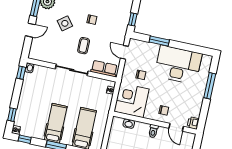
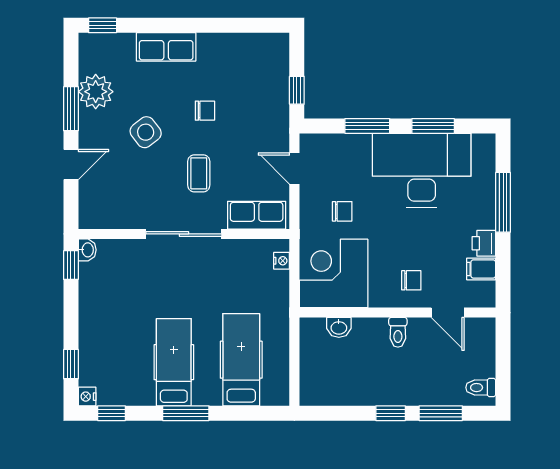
window: (187, 47) -> (433, 126), added
filing cabinet: (194, 112) -> (481, 269), added
printer: (193, 123) -> (484, 243), moved

